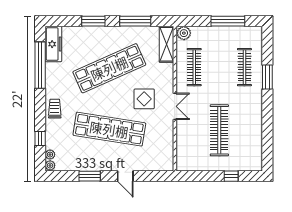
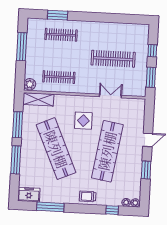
window: (93, 21) -> (16, 160), width x1.44
freezer: (53, 44) -> (29, 195), width x0.71
window: (40, 65) -> (50, 207), width x0.68
window: (267, 77) -> (58, 15), moved
double door: (175, 106) -> (110, 96), moved
window: (200, 176) -> (151, 77), added

